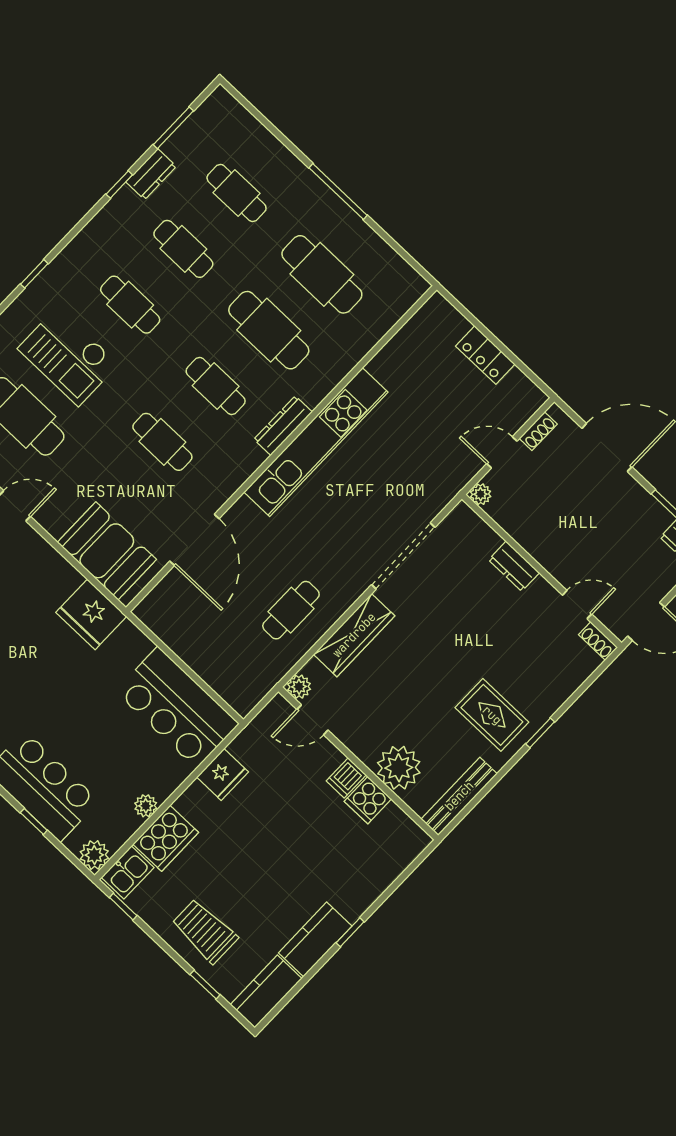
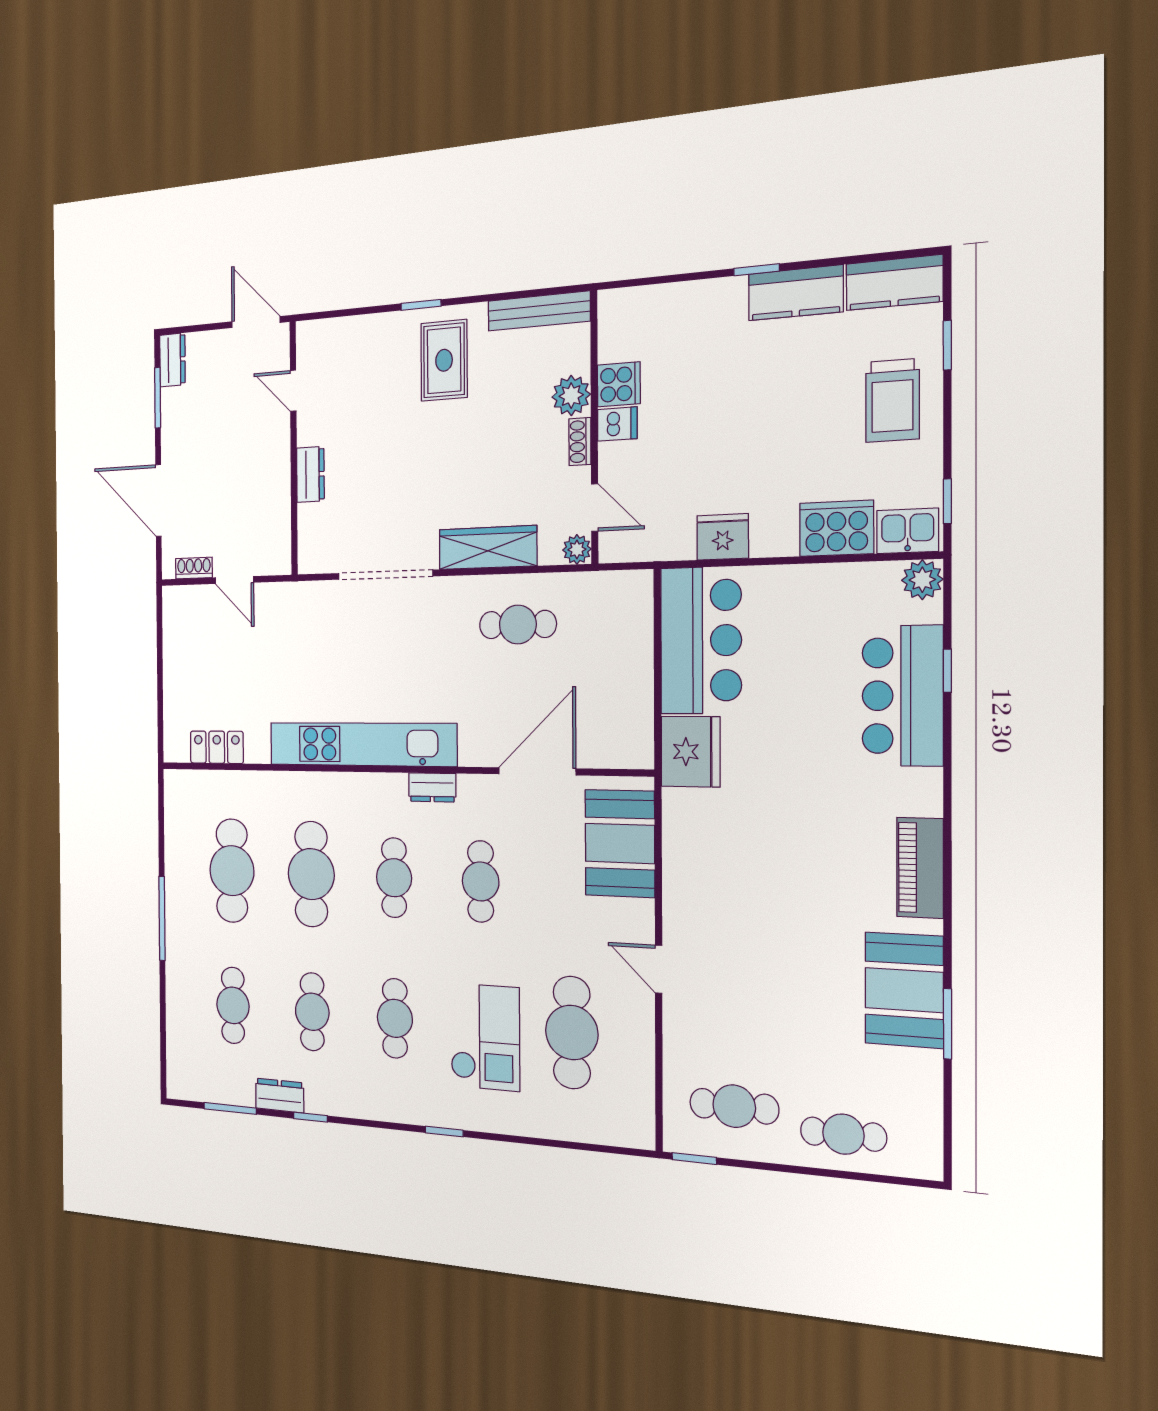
locker: (485, 355) -> (217, 747), moved, turned -90
dresser: (283, 426) -> (432, 787), moved, width x0.70
plant: (481, 494) -> (280, 563), removed
fridge: (91, 614) -> (691, 752), moved
shoe rack: (598, 641) -> (580, 442), moved, turned 180
plant: (399, 768) -> (571, 396), width x0.73, depth x0.73
plant: (146, 806) -> (823, 578), removed

